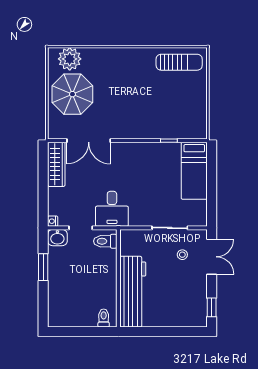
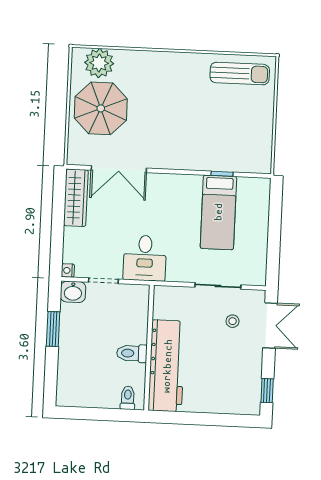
bed: (194, 171) -> (218, 212), moved
toilet: (105, 241) -> (132, 353), moved

